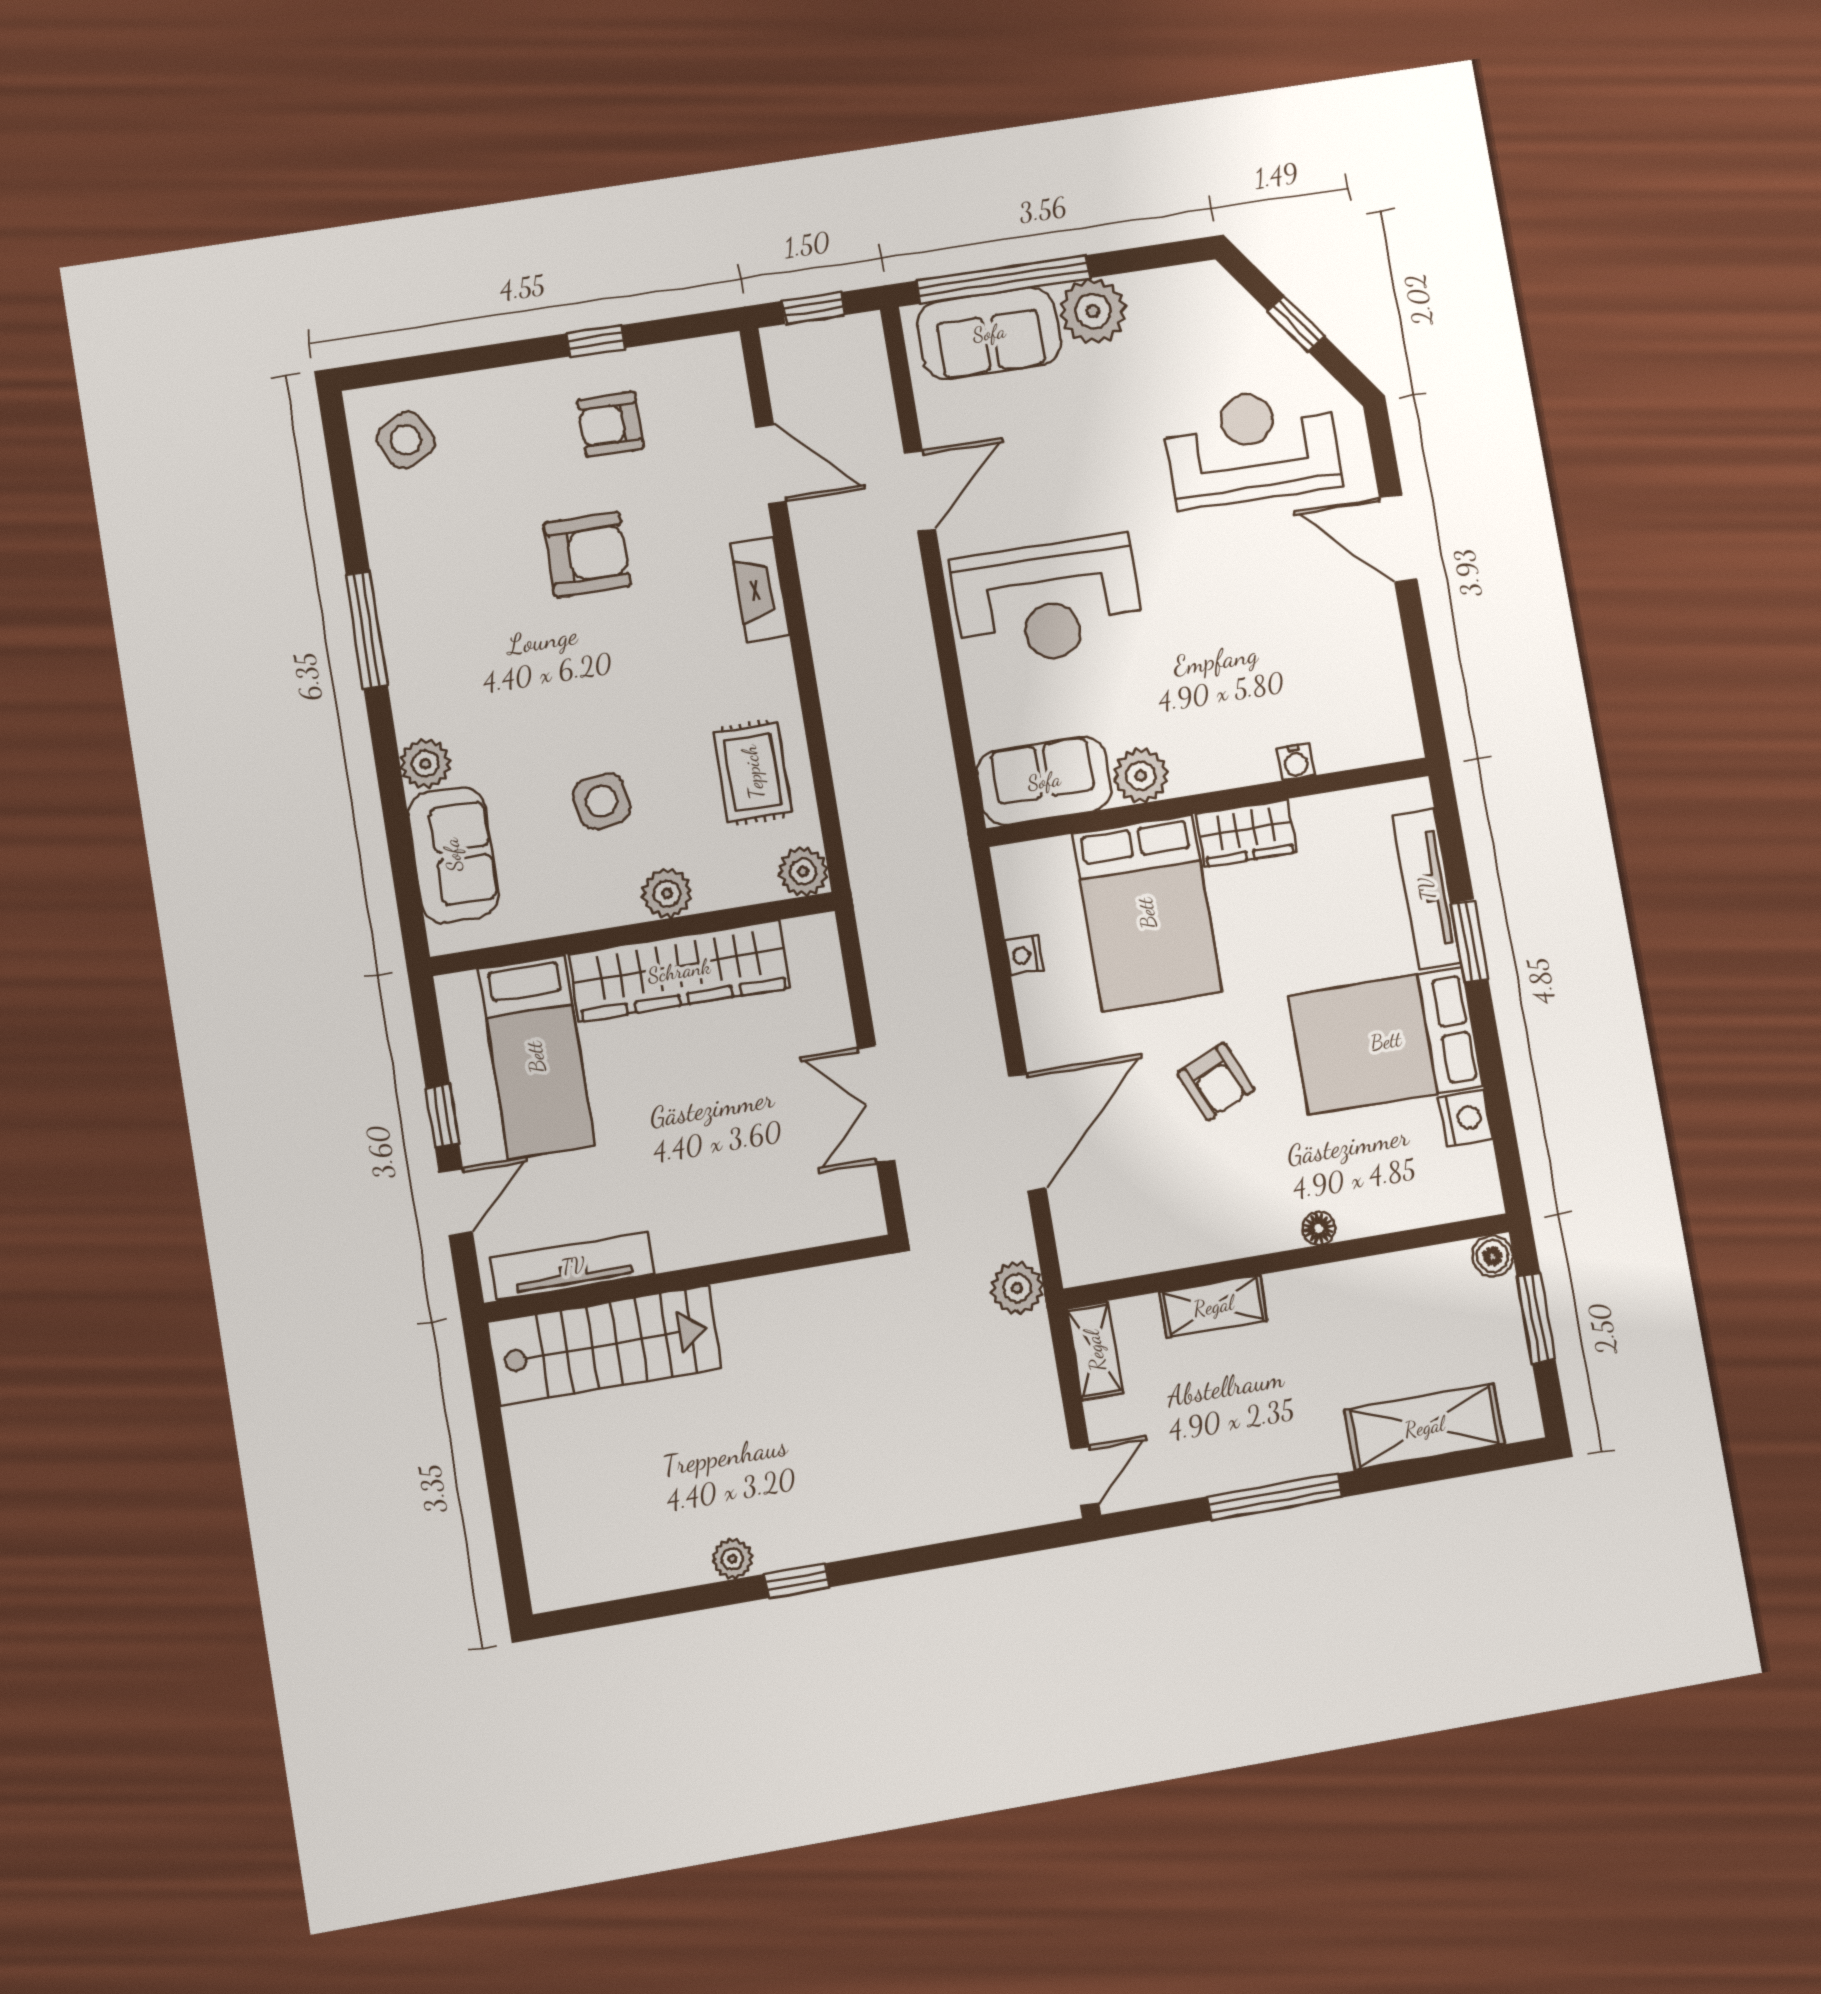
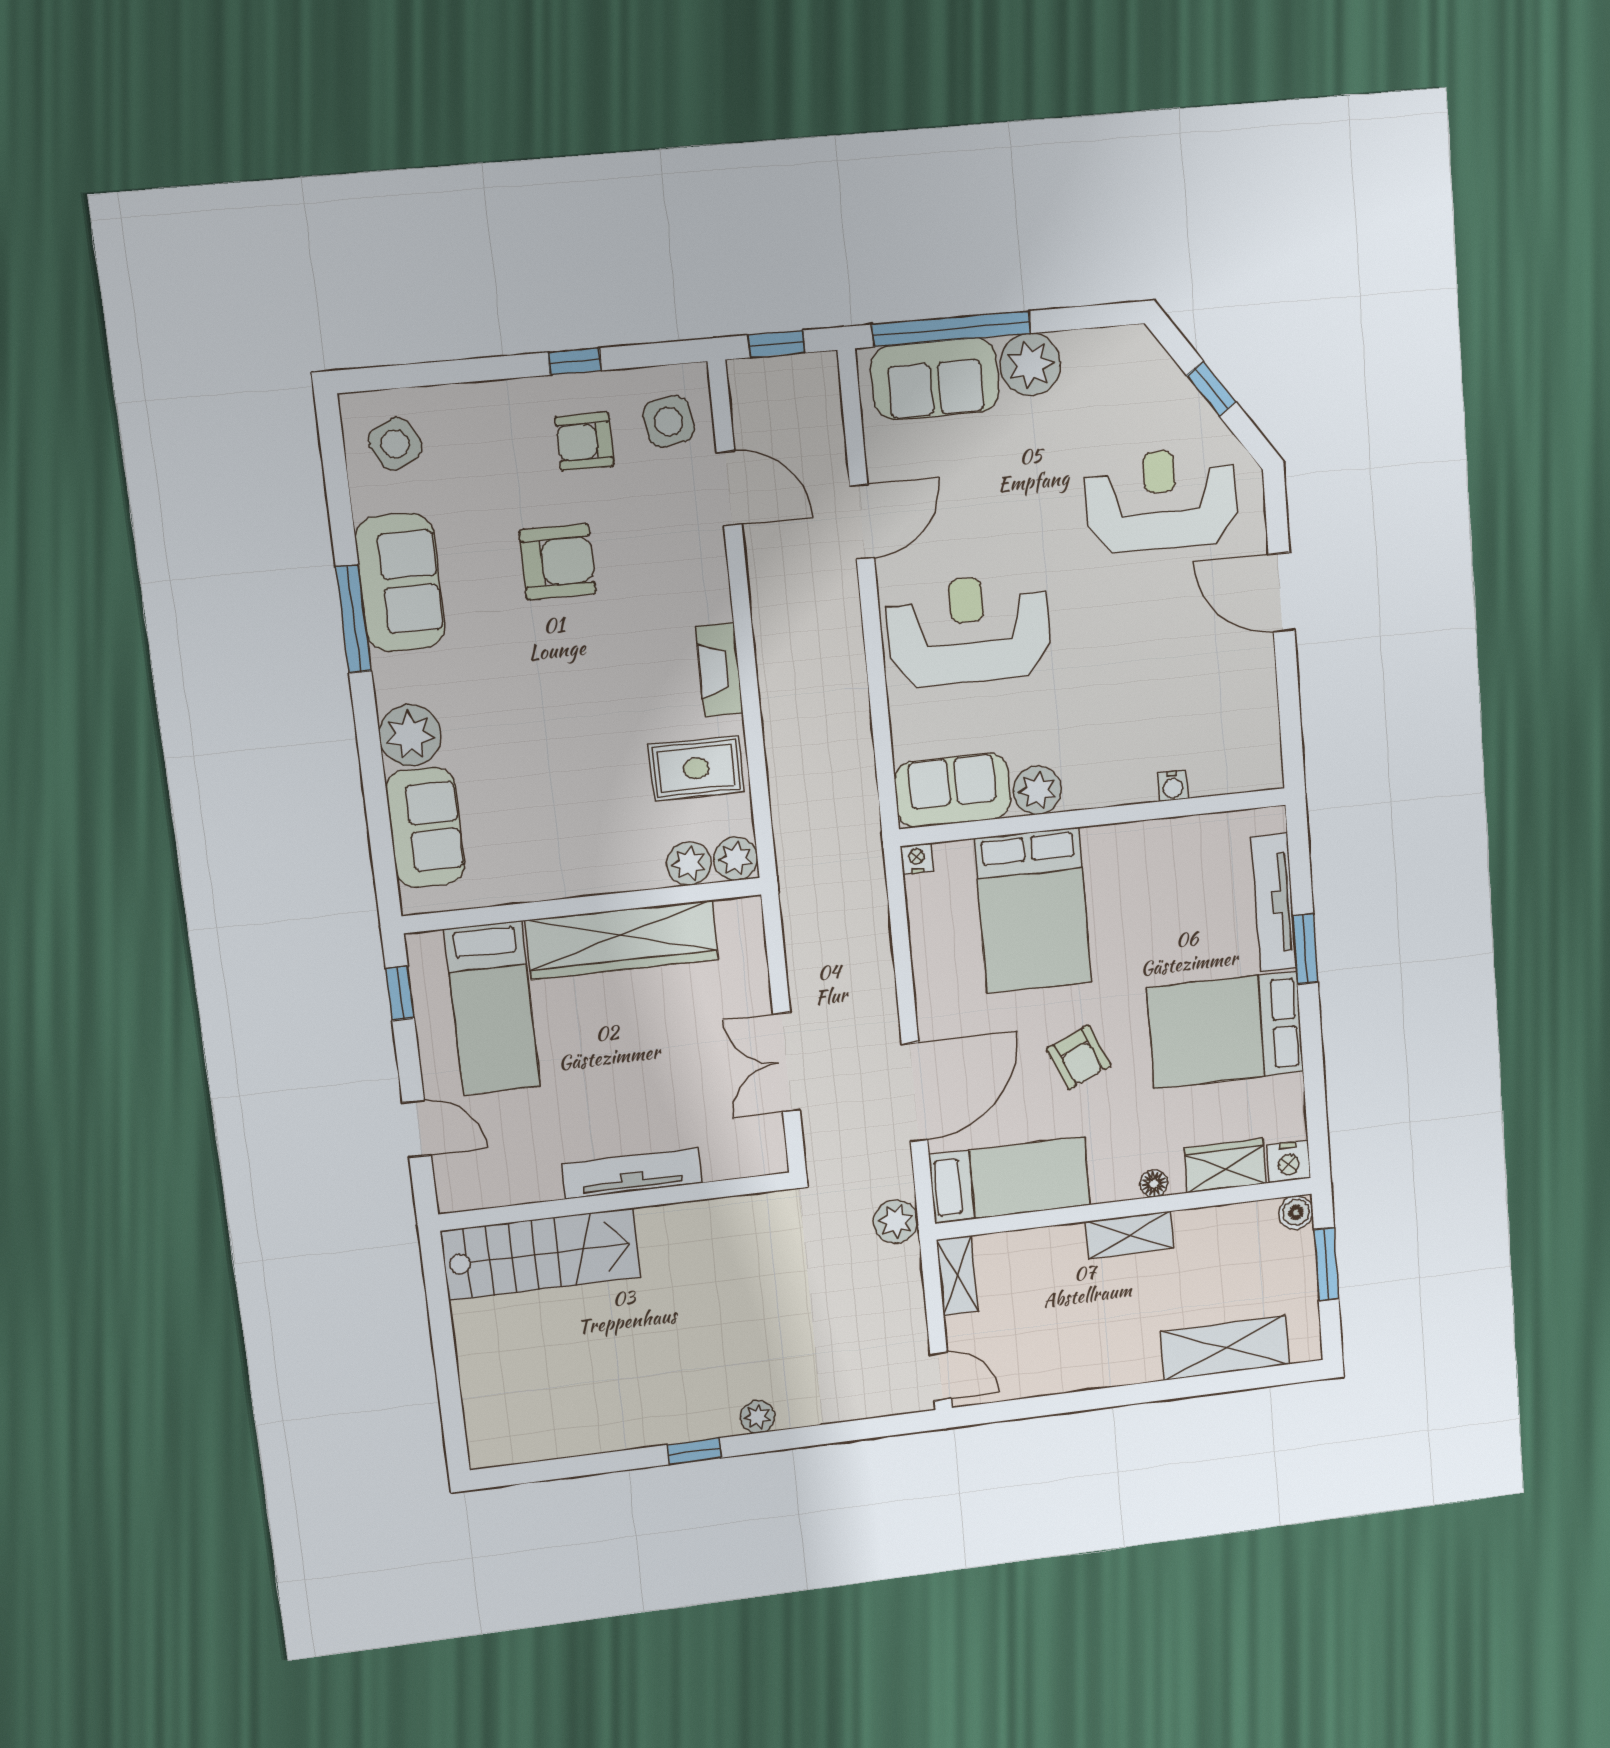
sofa: (416, 587) -> (400, 583), added
fireplace: (760, 589) -> (719, 670), moved
reception desk: (1048, 601) -> (969, 630), turned 180
plant: (425, 764) -> (410, 735), width x1.36, depth x1.36
rug: (753, 772) -> (696, 768), turned 90
side table: (602, 801) -> (669, 422), moved
wardrobe: (1246, 833) -> (1225, 1166), moved, turned 180
plant: (667, 893) -> (689, 864), moved
nightstand: (1024, 955) -> (917, 859), moved, turned 90
window: (442, 1116) -> (400, 993), moved
nightstand: (1466, 1118) -> (1289, 1161), moved, turned 90
door: (456, 1202) -> (417, 1129), hinge flipped
bed: (1147, 1232) -> (1010, 1180), added
tv unit: (573, 1266) -> (632, 1173), moved
shelving: (1213, 1306) -> (1129, 1235), moved
door: (1085, 1476) -> (941, 1376), hinge flipped
window: (1275, 1497) -> (1097, 1399), removed
plant: (732, 1559) -> (758, 1417), moved

